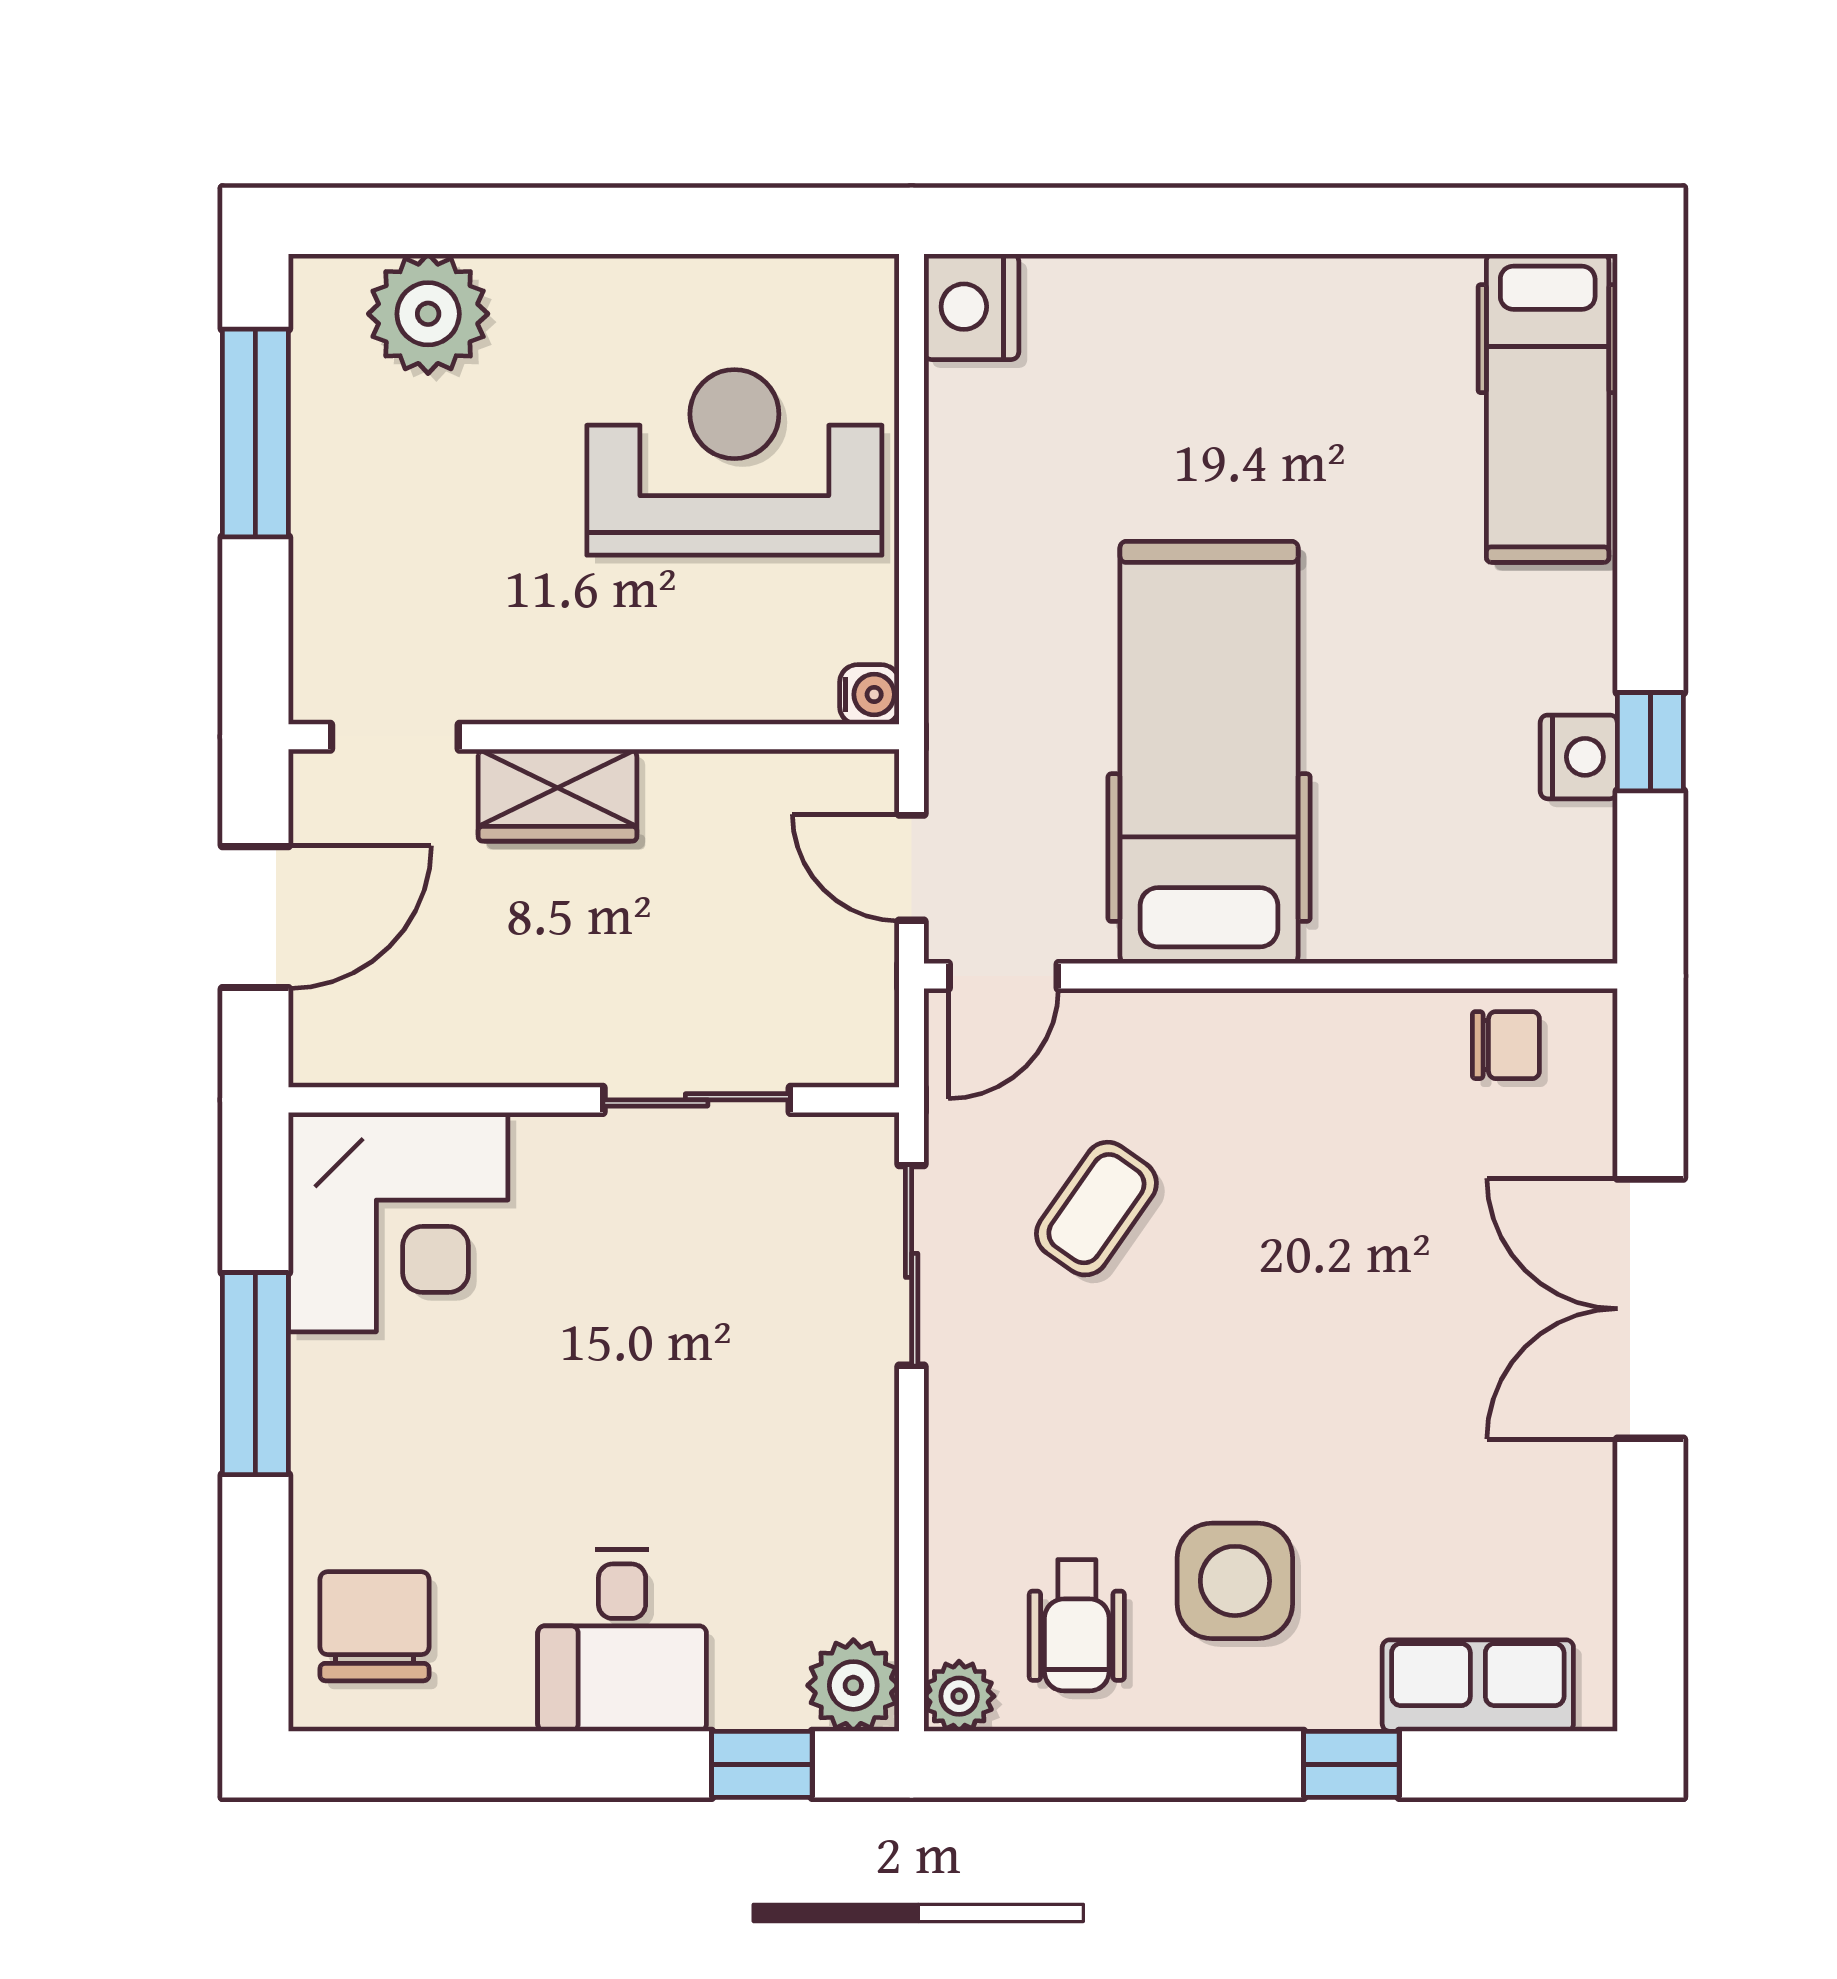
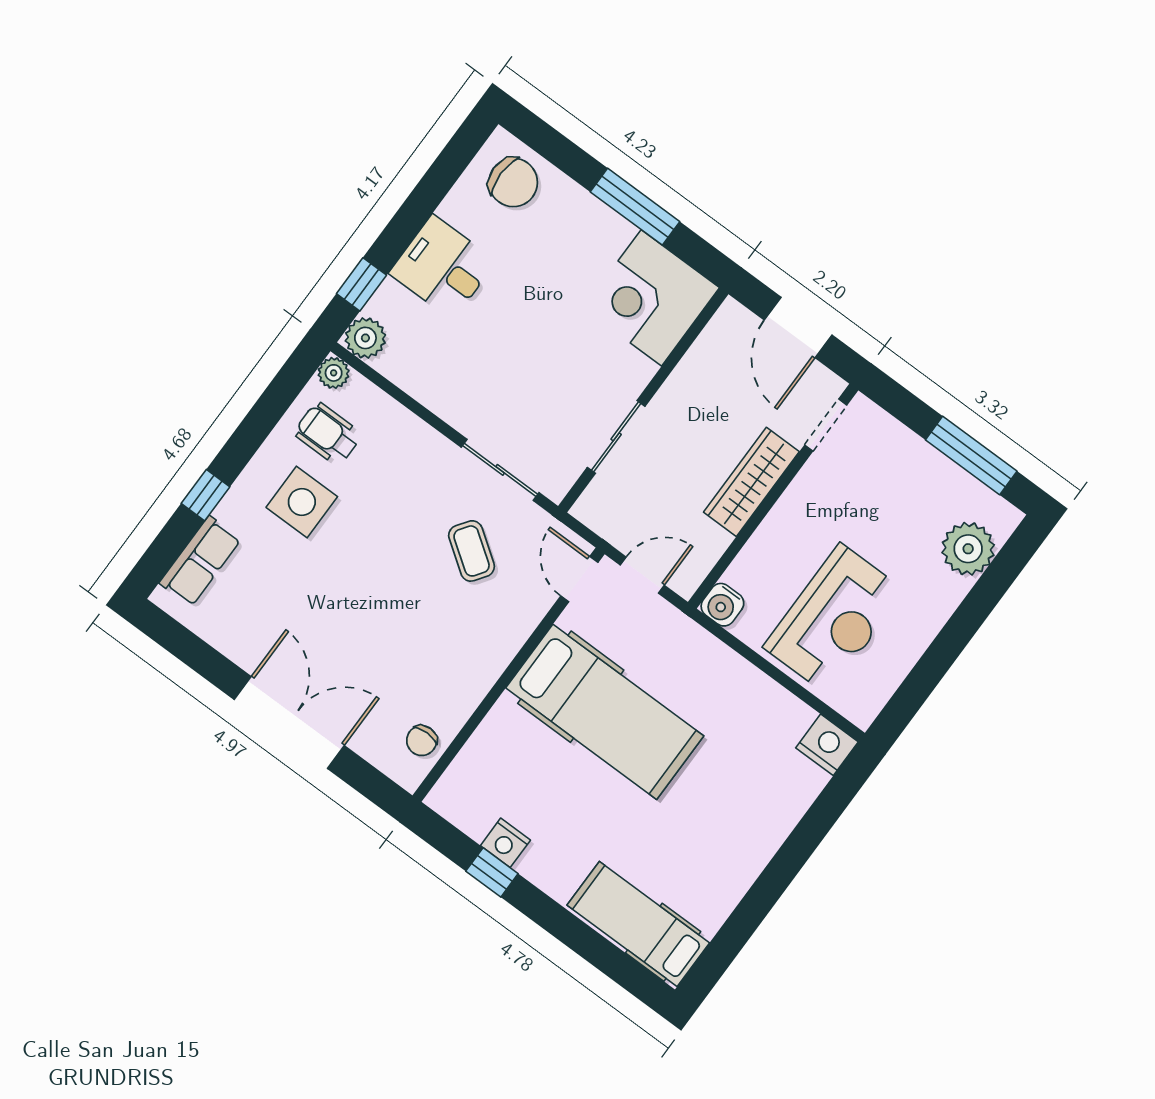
water cooler: (869, 694) -> (722, 605), width x1.38, depth x1.38
wardrobe: (557, 795) -> (751, 482), width x1.50

